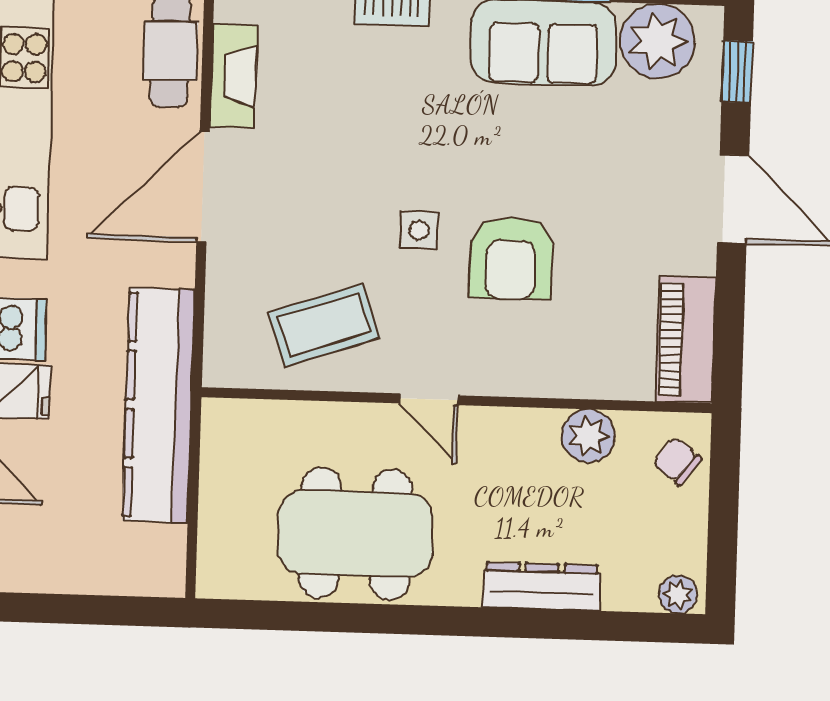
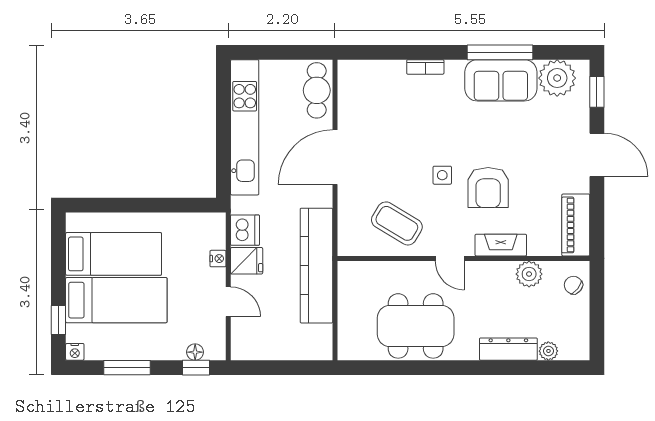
fireplace: (234, 76) -> (501, 245), moved, turned -90
coffee table: (324, 325) -> (397, 223), turned 50
plant: (678, 594) -> (548, 351), moved

